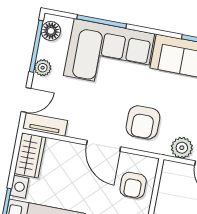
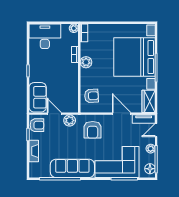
armchair: (143, 122) -> (93, 130), turned 180
door: (104, 146) -> (122, 114), moved
armchair: (133, 185) -> (91, 96), turned 87

